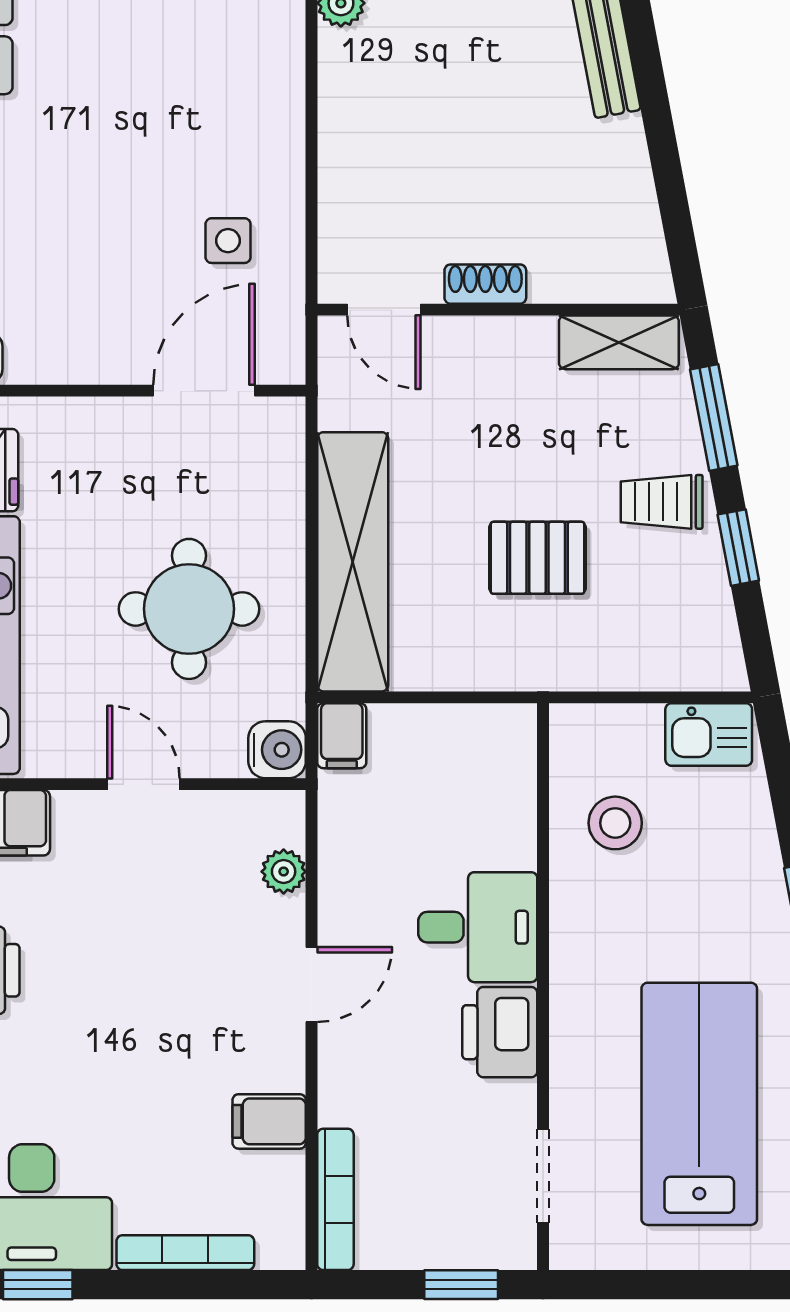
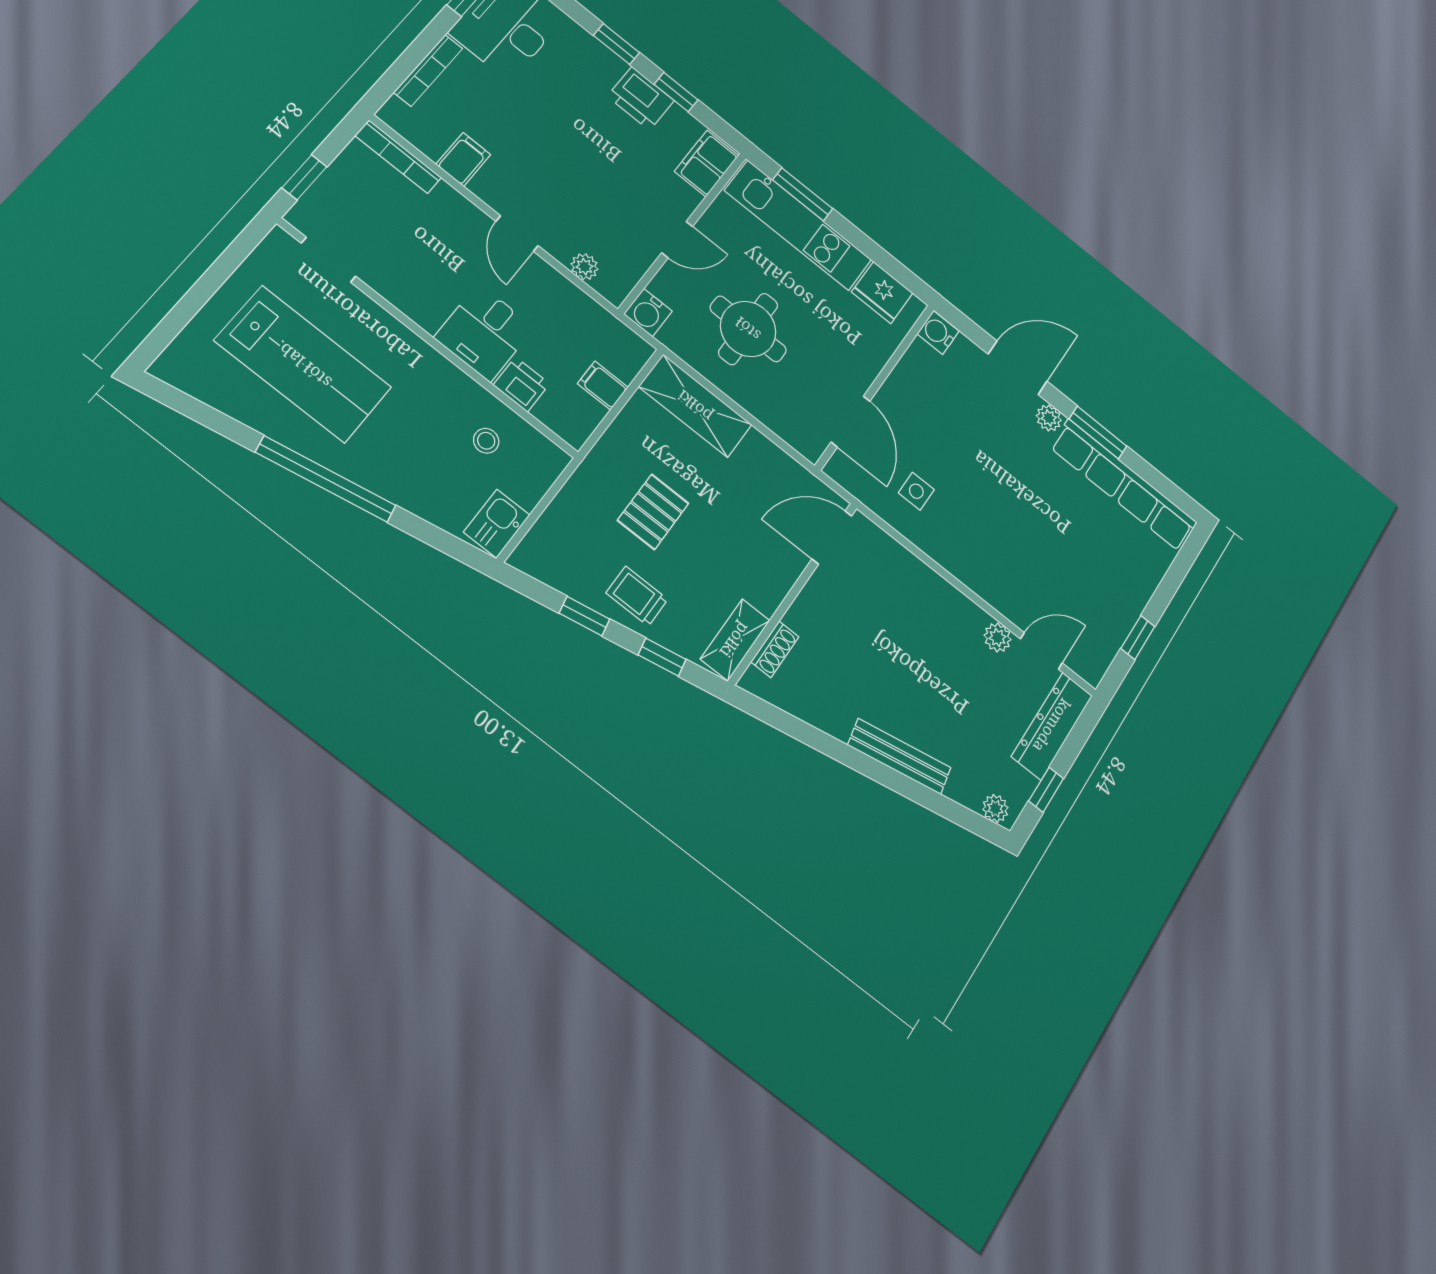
shoe rack: (485, 284) -> (775, 649), moved
door: (384, 310) -> (832, 537), width x1.38
window: (714, 418) -> (662, 657), width x0.67
trolley: (662, 502) -> (637, 596), turned -90
shelving: (353, 562) -> (695, 406), width x0.68
filing cabinet: (342, 736) -> (603, 386), moved
stool: (615, 823) -> (486, 441), width x0.73, depth x0.73
printer: (500, 1032) -> (521, 384), moved, width x0.73, depth x0.81

